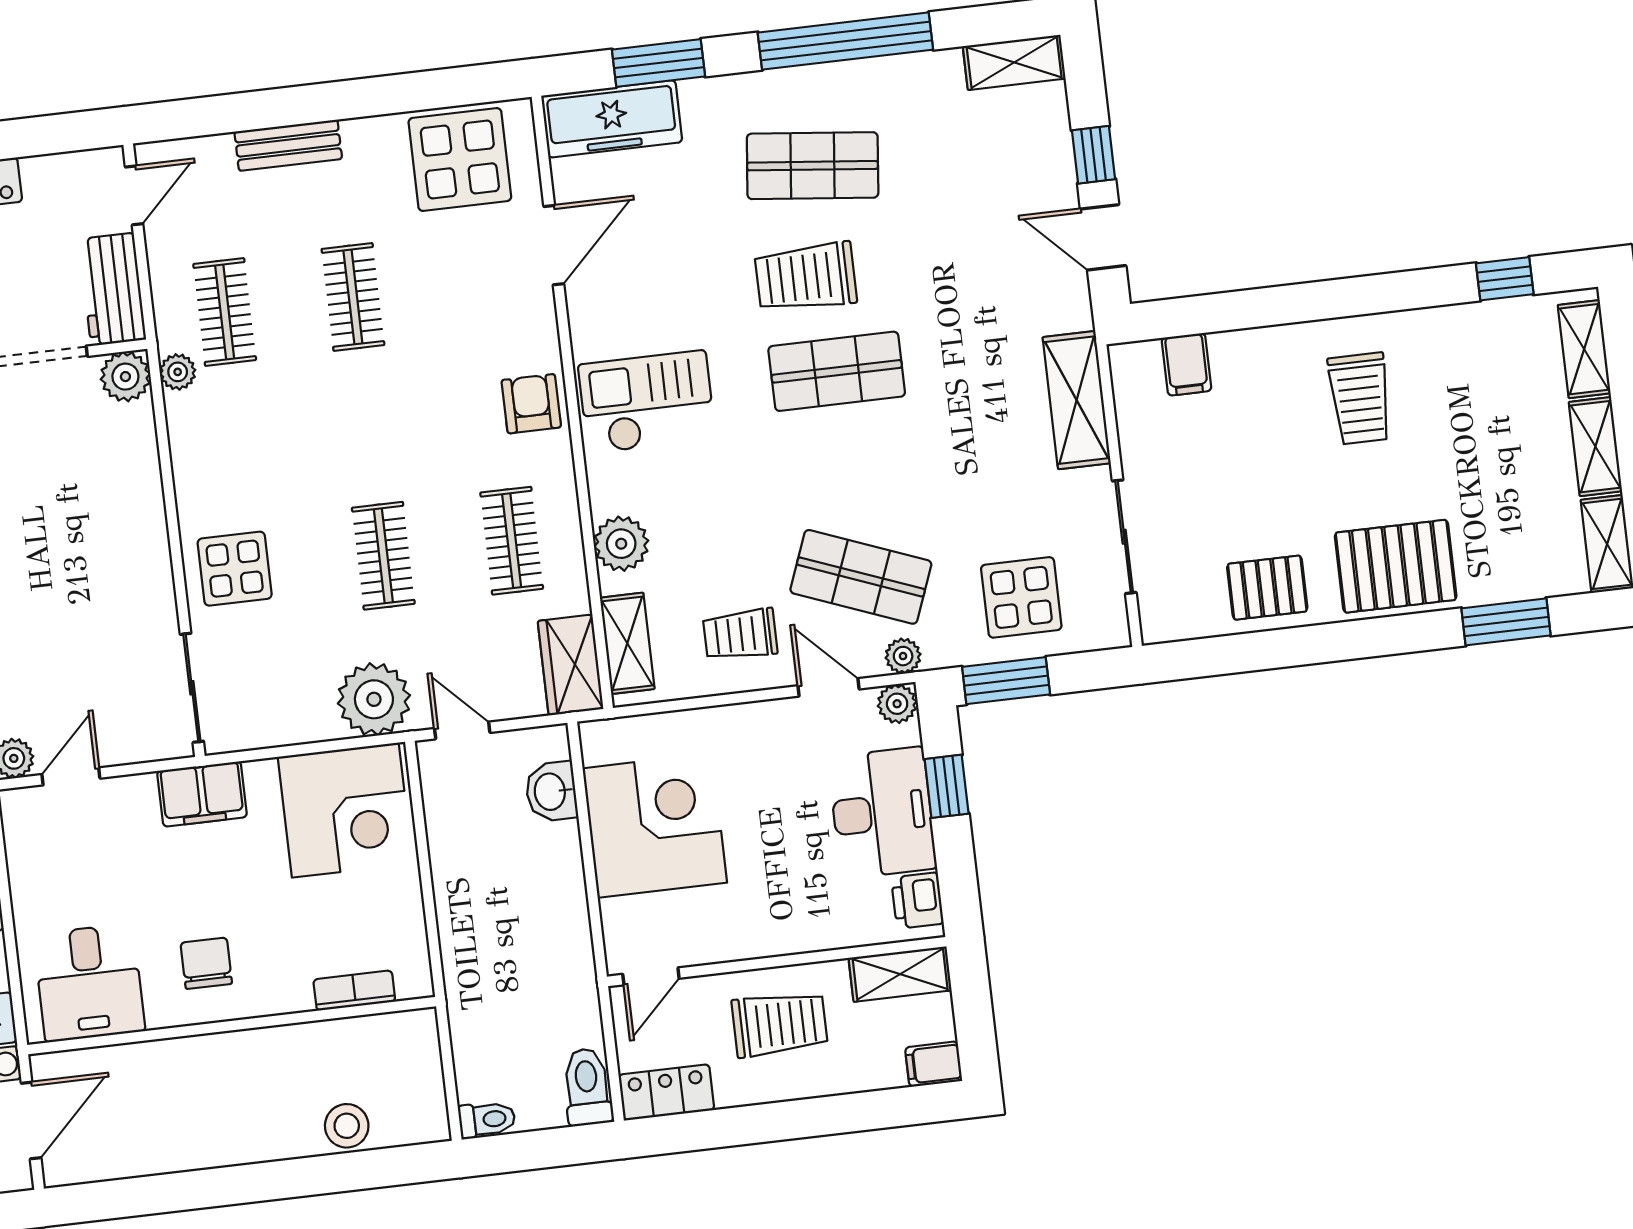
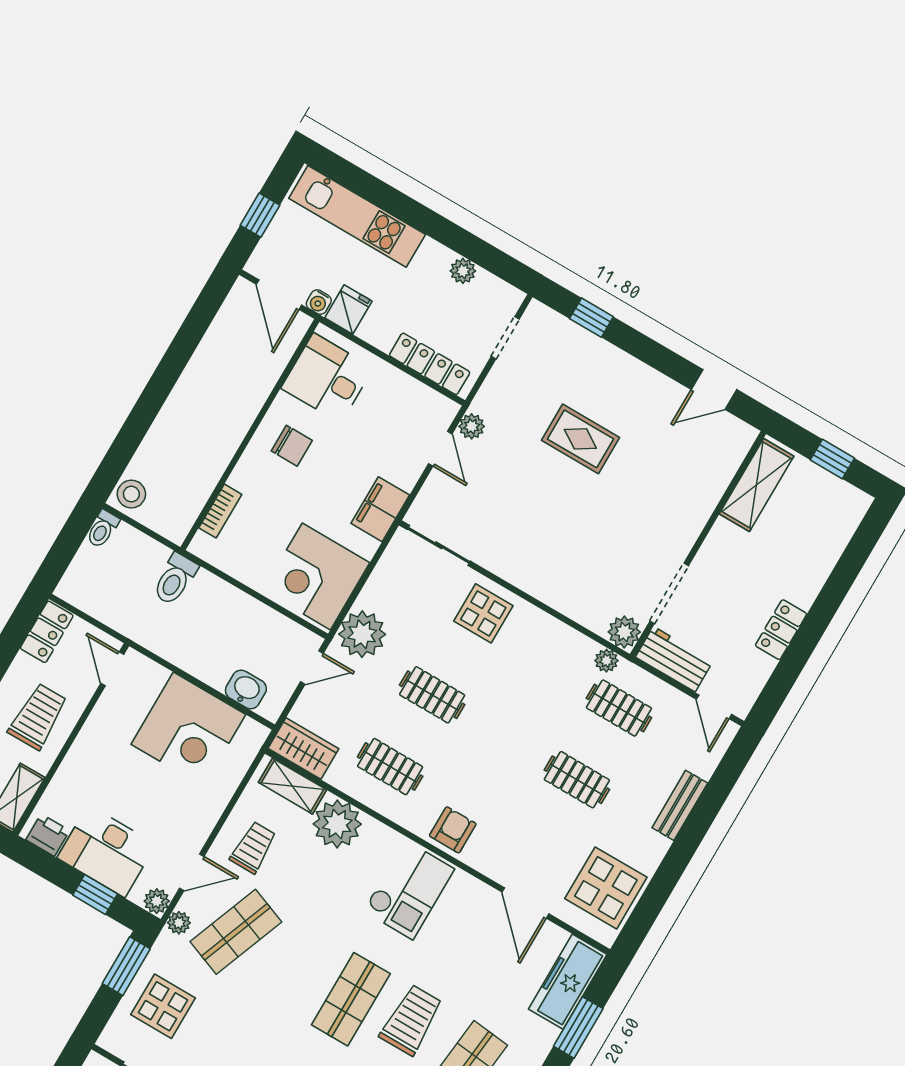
armchair: (531, 404) -> (453, 830), turned -90
plant: (621, 544) -> (337, 824), width x1.36, depth x1.36
trolley: (780, 1024) -> (38, 716), turned 180
toilet: (587, 1087) -> (175, 579), moved, turned 90
stool: (347, 1126) -> (131, 494), moved

